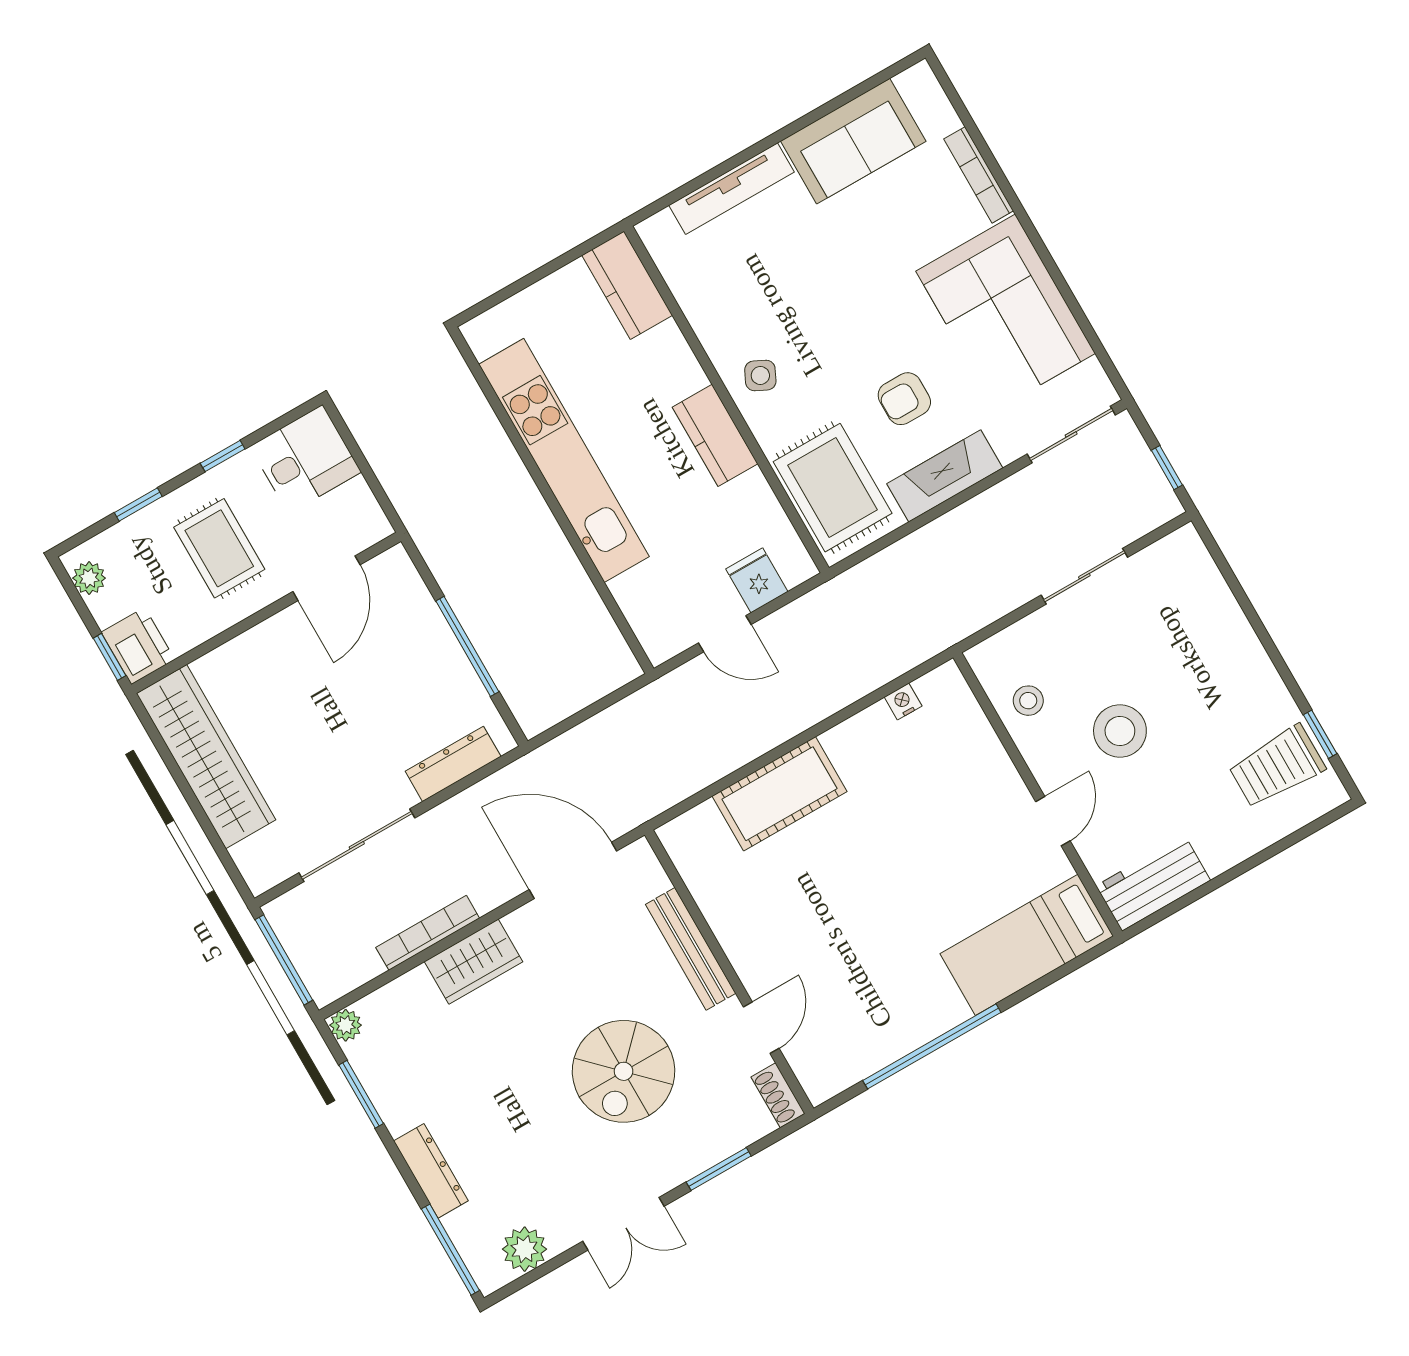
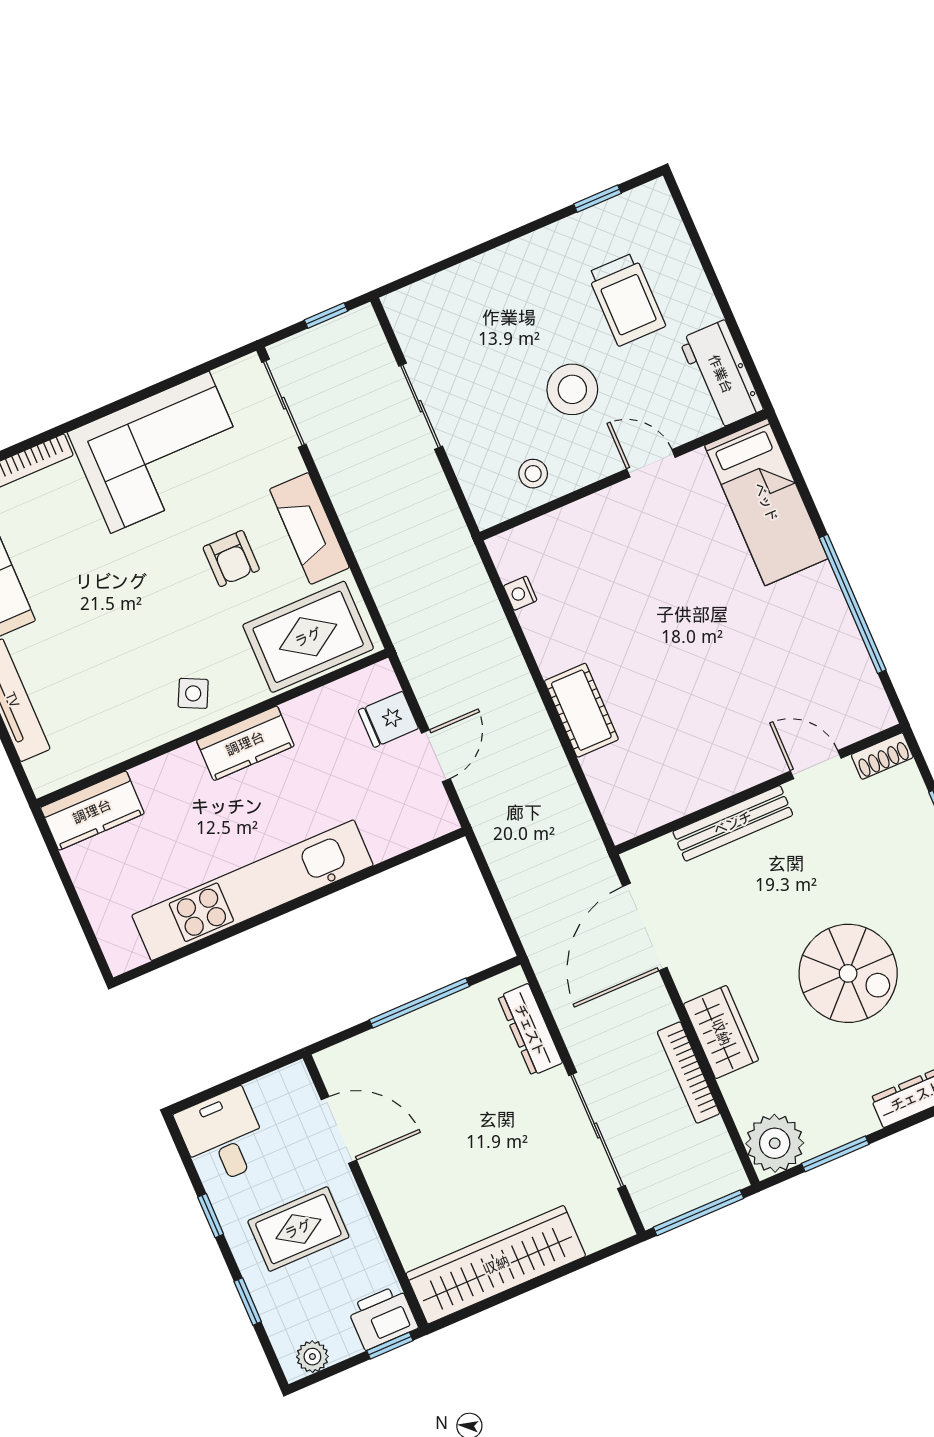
trolley: (1277, 767) -> (626, 299), moved
cot: (779, 794) -> (581, 710), width x0.73, depth x0.75
plant: (346, 1025) -> (775, 1143), width x1.88, depth x1.88
spiral stairs: (624, 1071) -> (848, 973), moved

